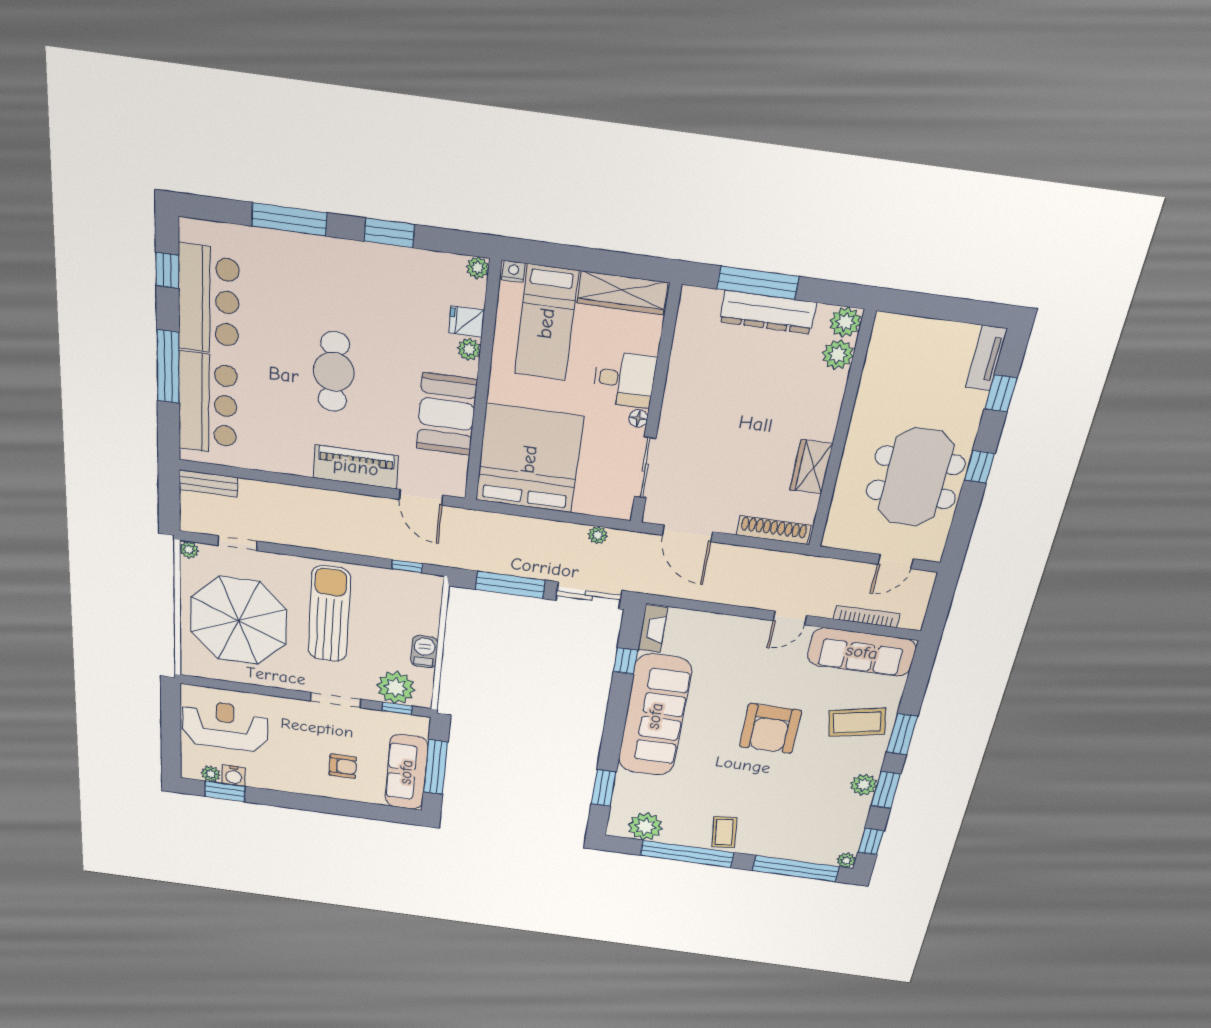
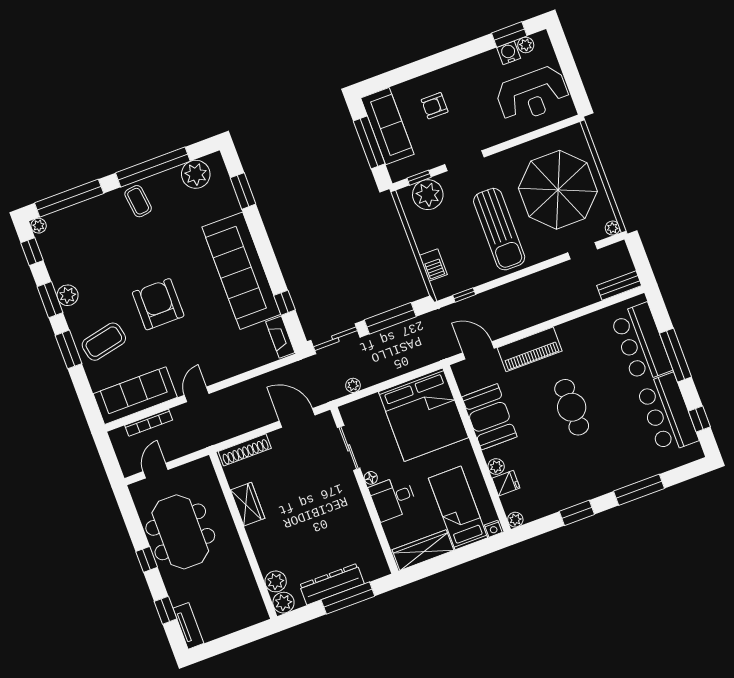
barbecue: (424, 652) -> (433, 265), moved

